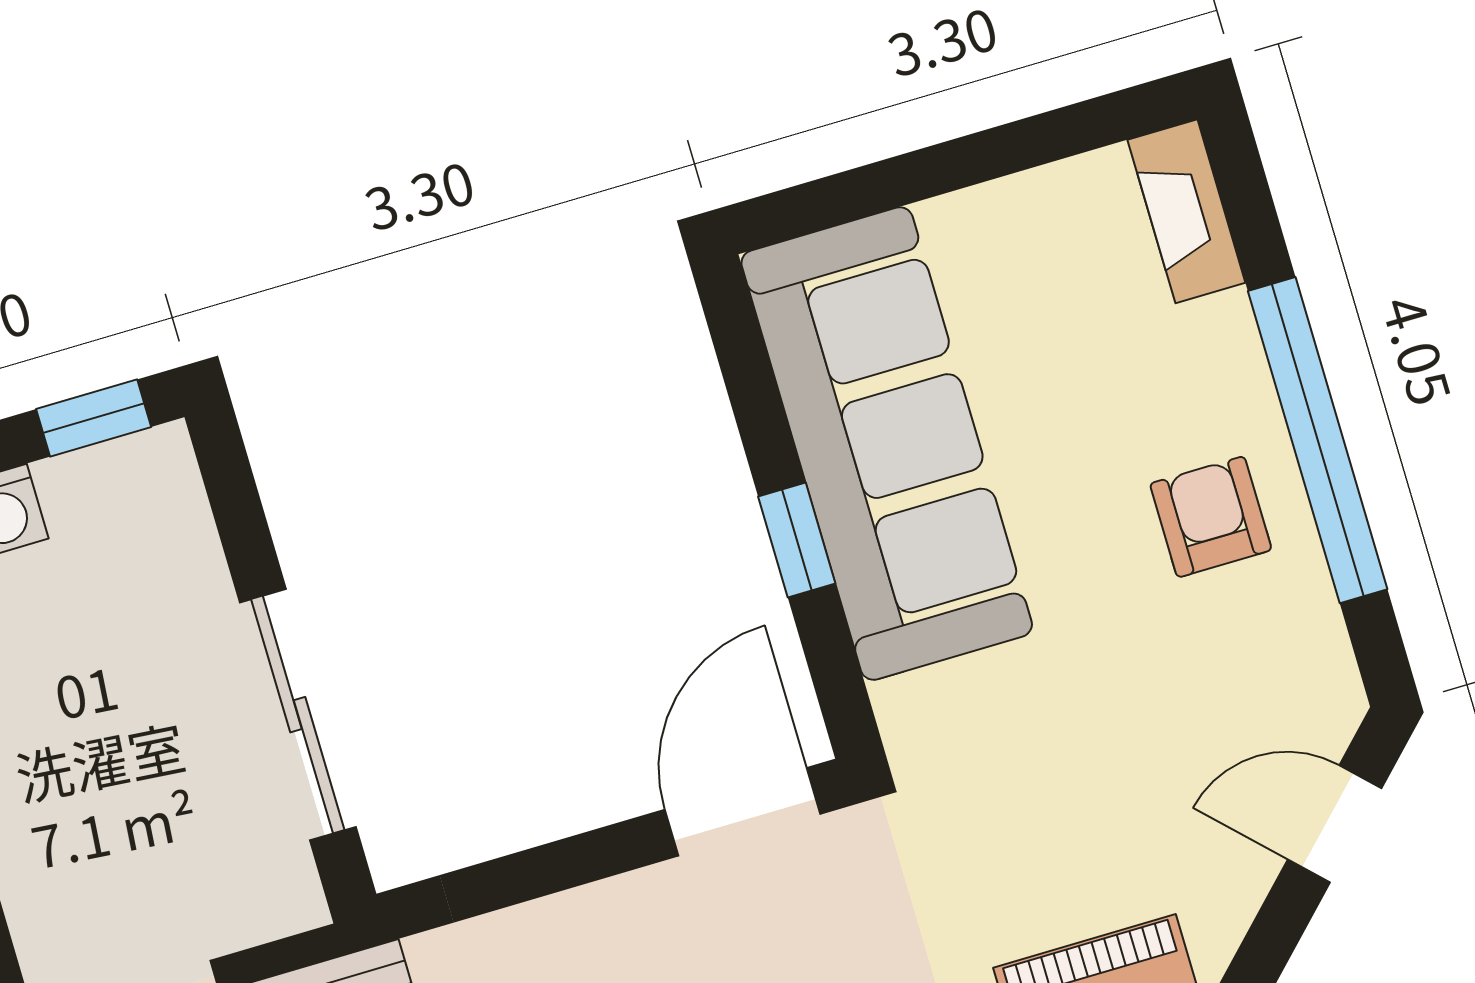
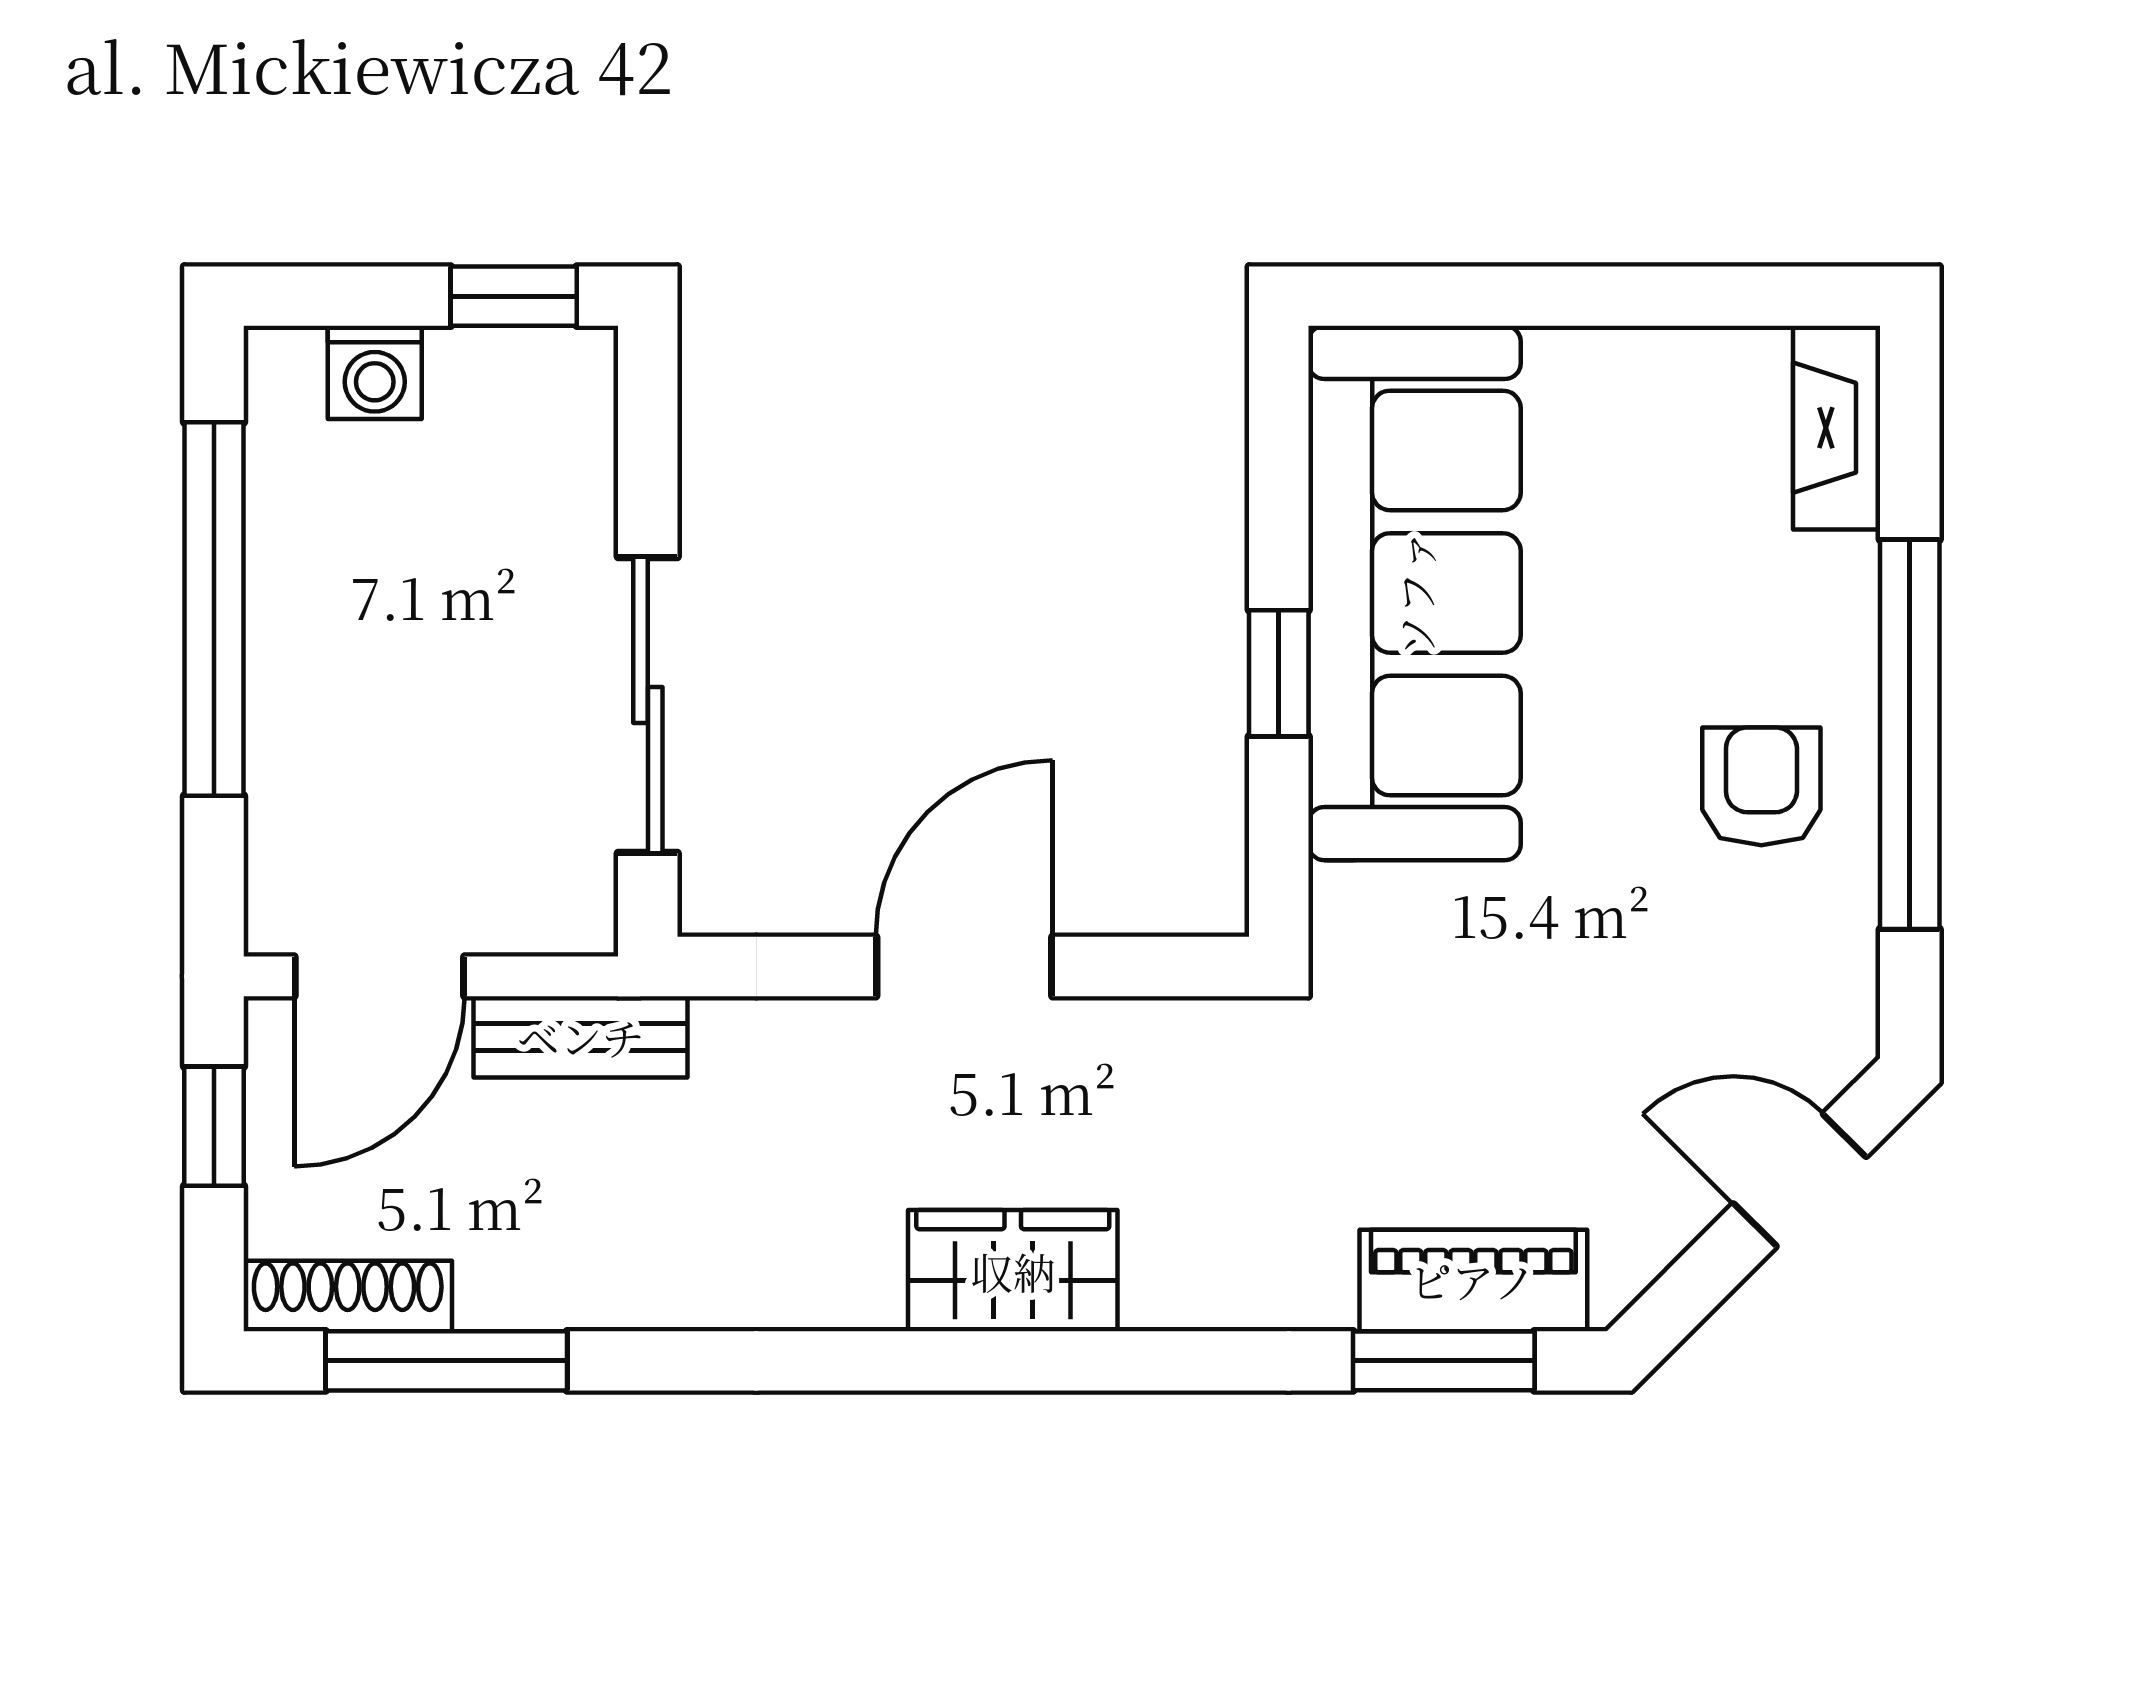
door: (743, 812) -> (964, 967), moved

